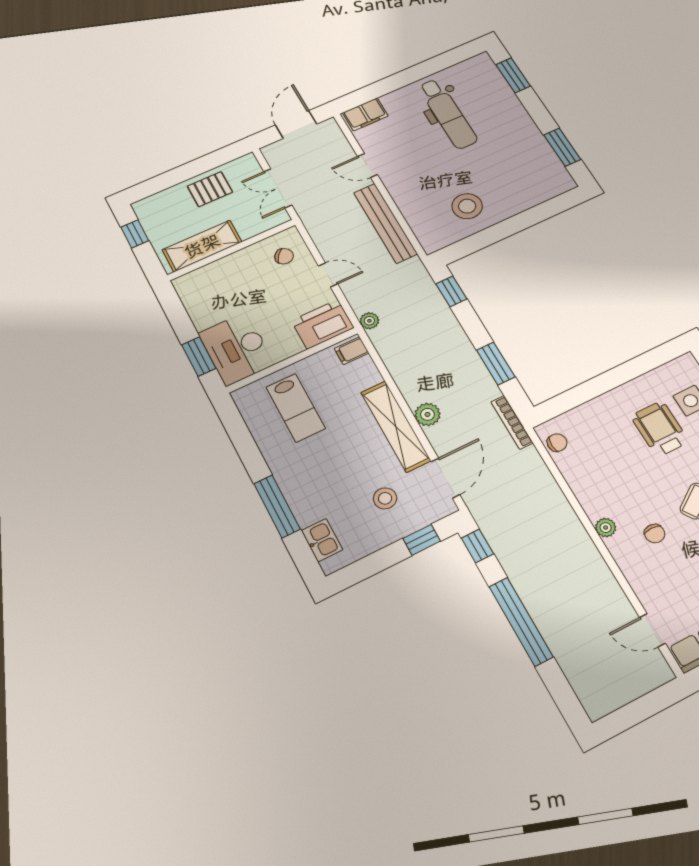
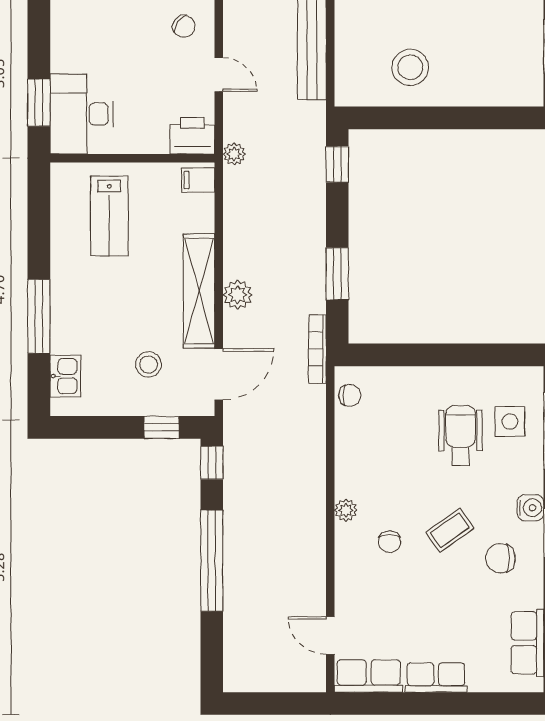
printer: (323, 324) -> (192, 136), width x0.73, depth x0.84

